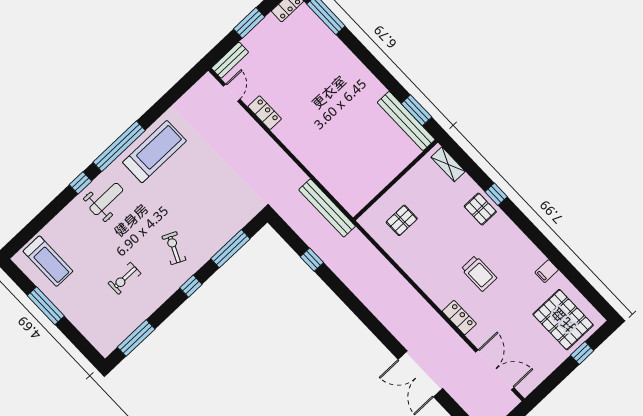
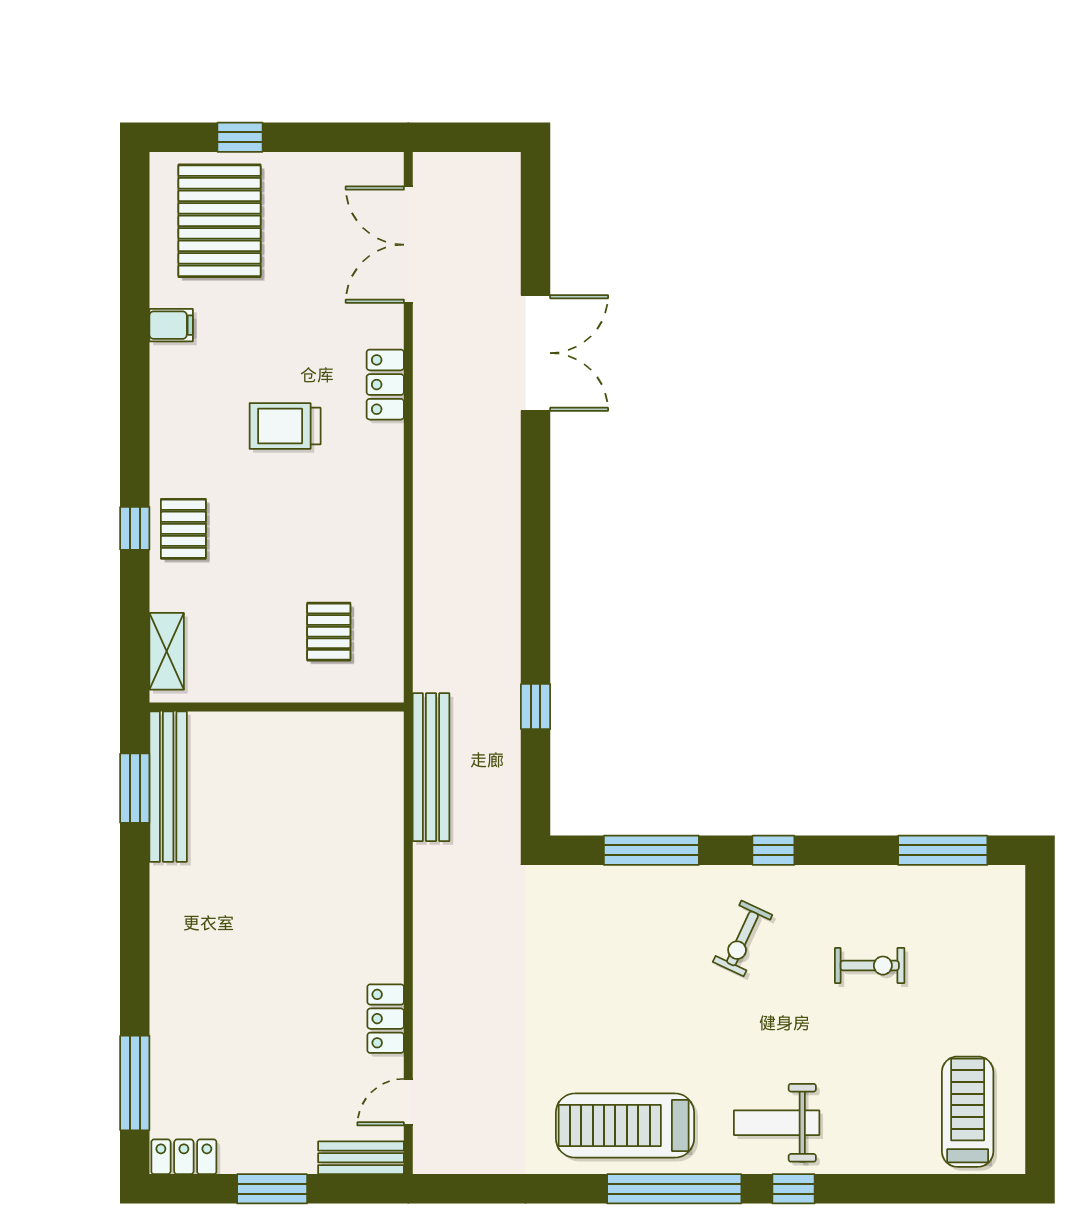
pallet: (402, 220) -> (329, 632), turned 90
trolley: (479, 273) -> (285, 426), turned -90
window: (46, 306) -> (1040, 1043), removed

